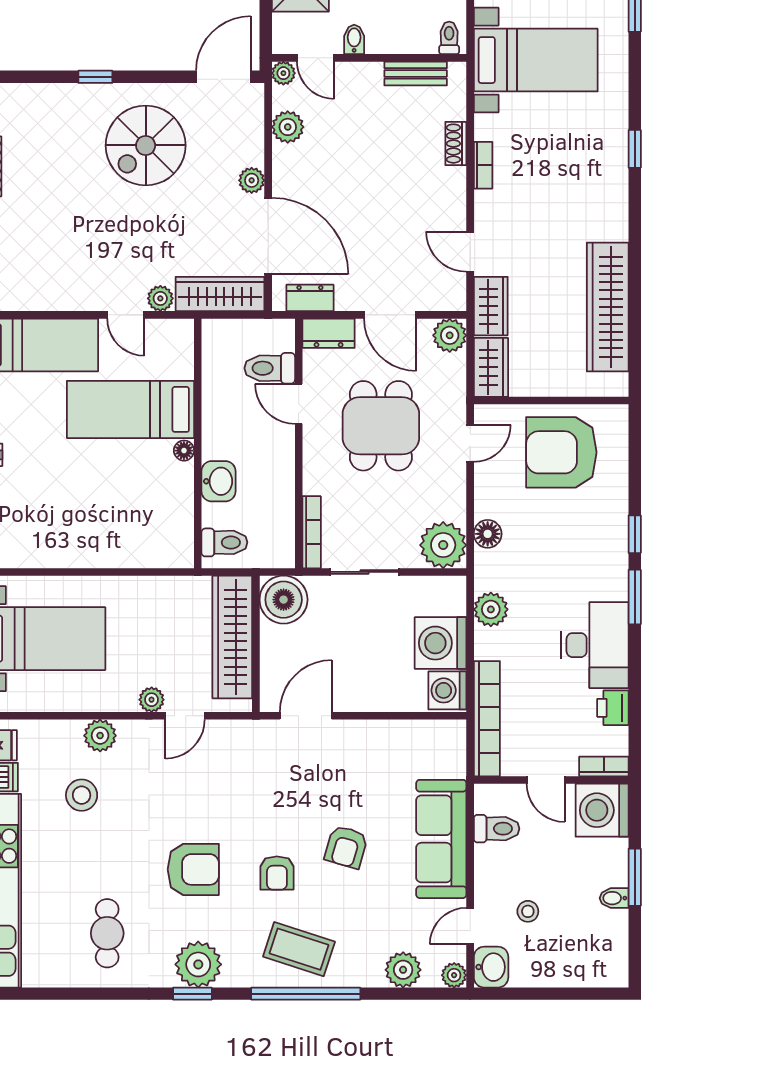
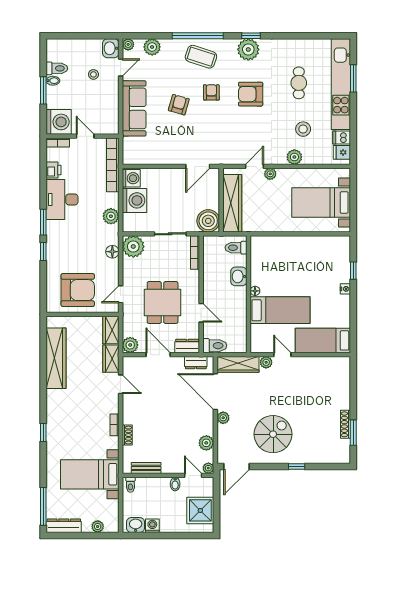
toilet: (270, 368) -> (215, 346), moved
toilet: (497, 829) -> (57, 68), moved, turned 180
cafe table: (107, 933) -> (299, 83), moved

